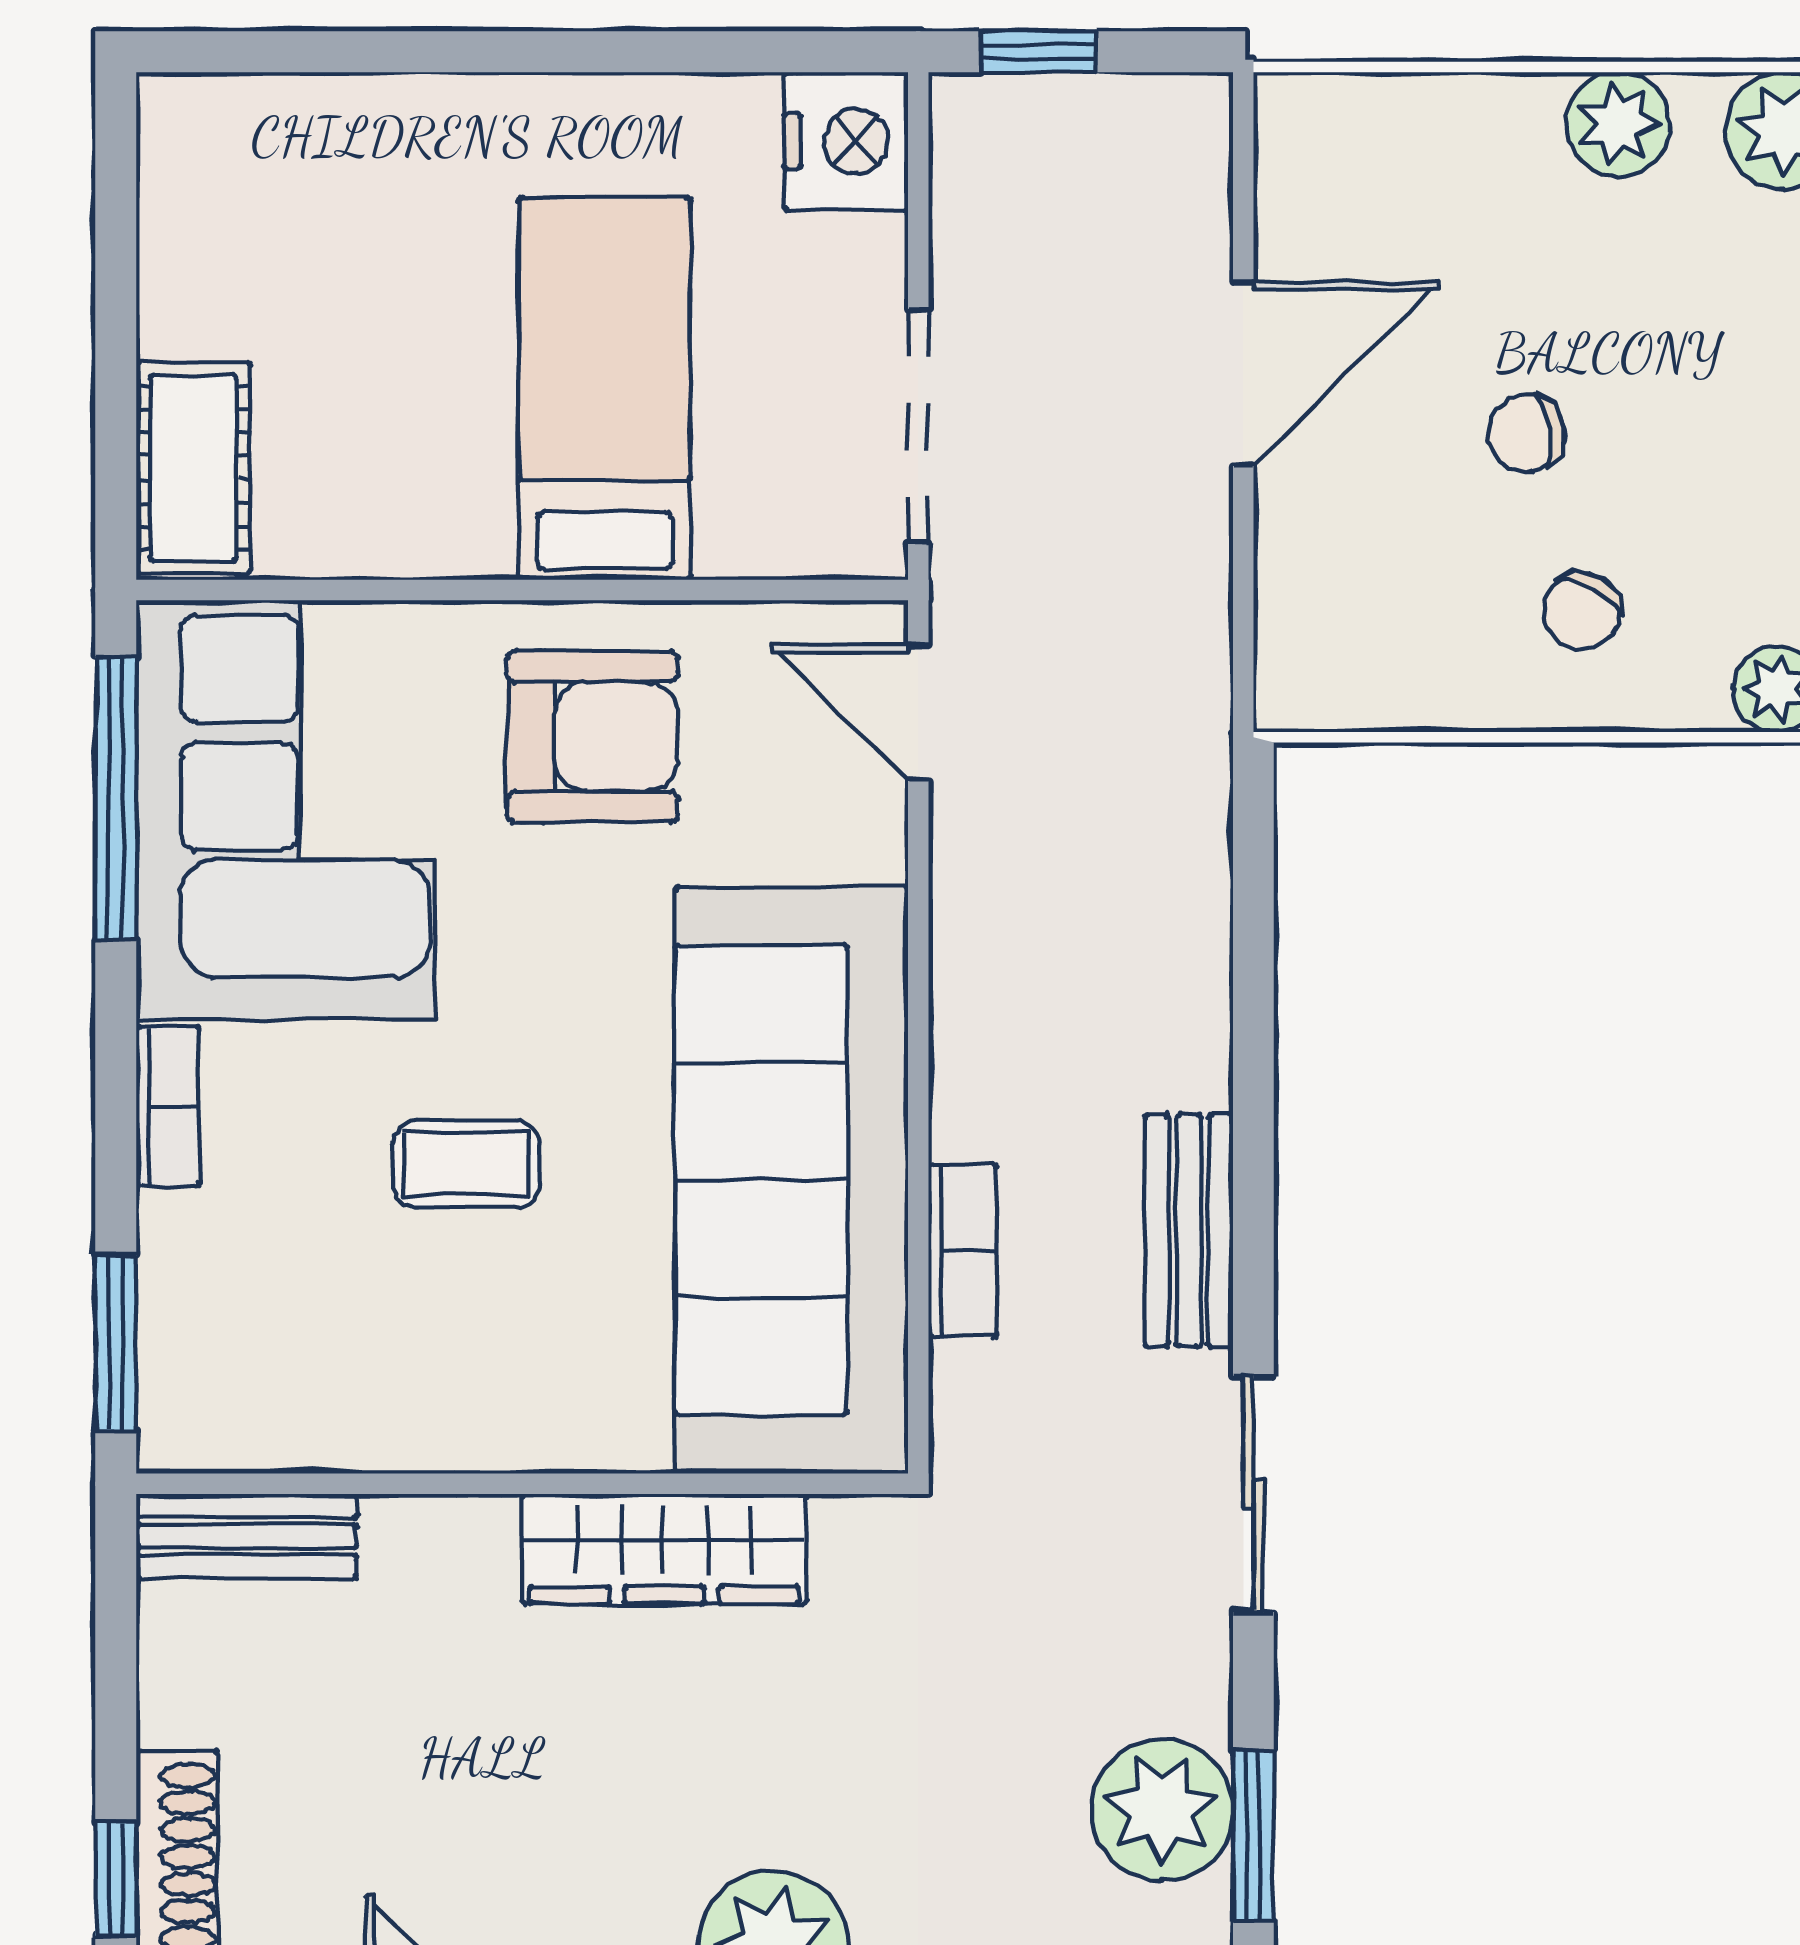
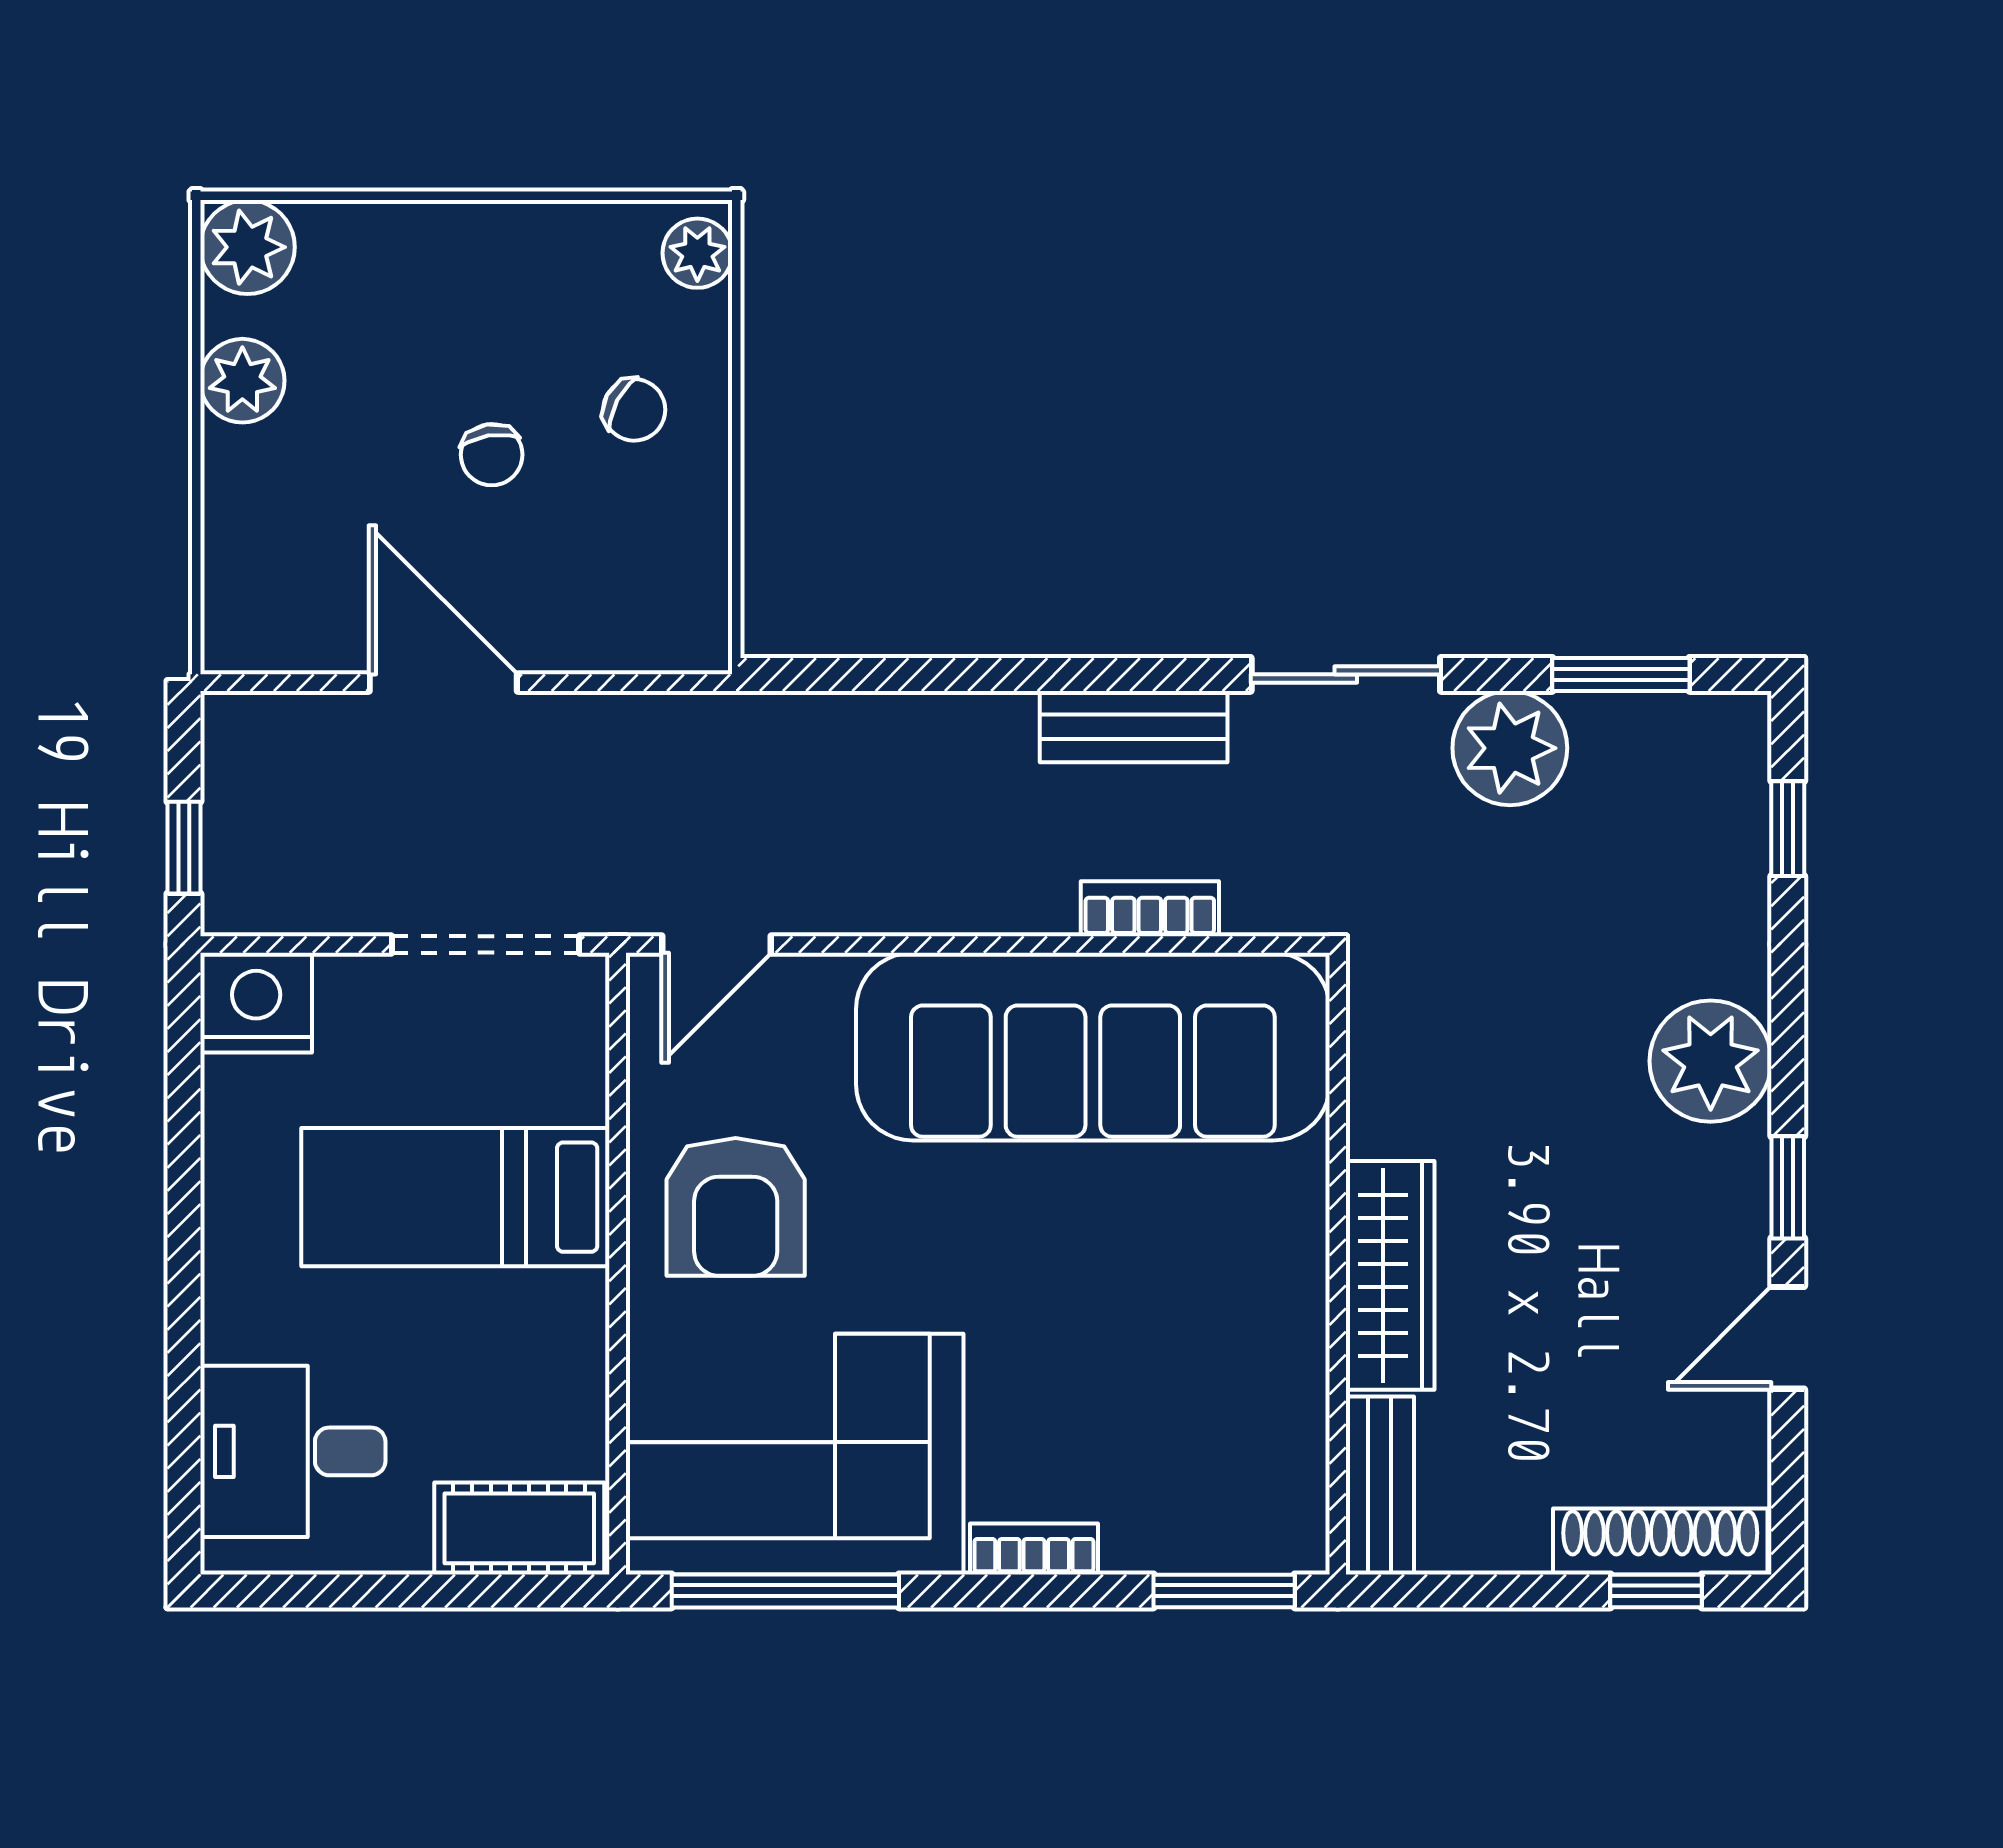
desk: (289, 187) -> (293, 1451), added
armchair: (592, 736) -> (736, 1207), turned 180
coffee table: (466, 1164) -> (1080, 1309), removed
wardrobe: (664, 1549) -> (1390, 1275), moved
plant: (1162, 1810) -> (1510, 748), moved

